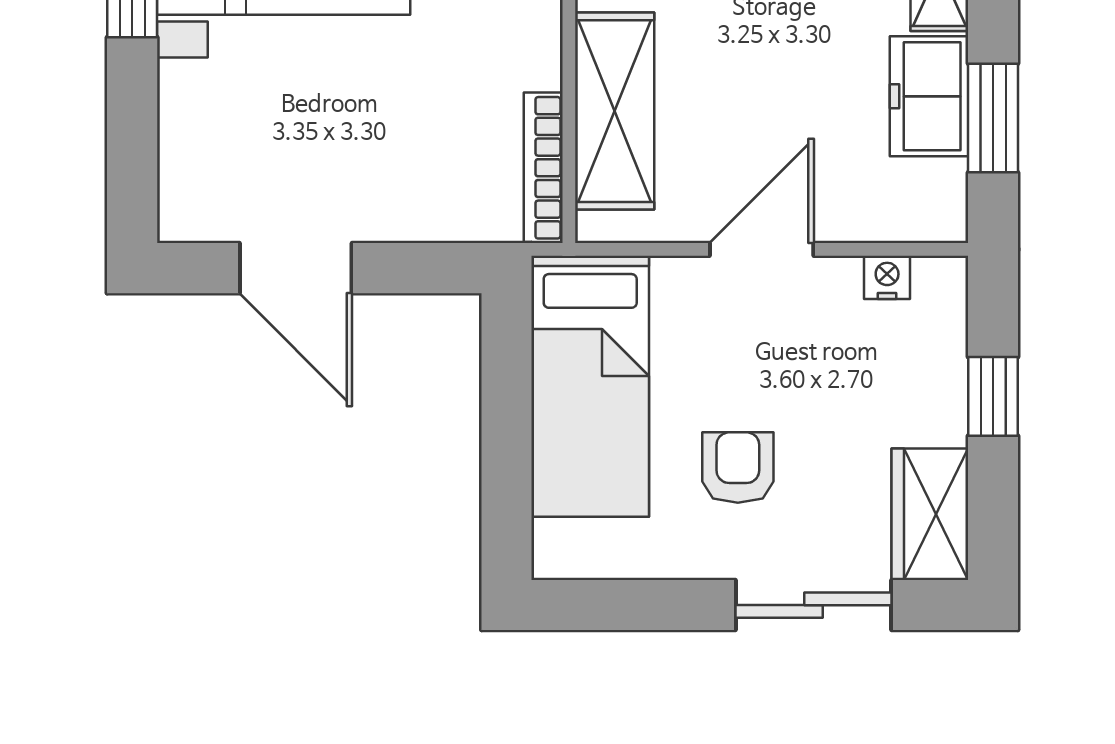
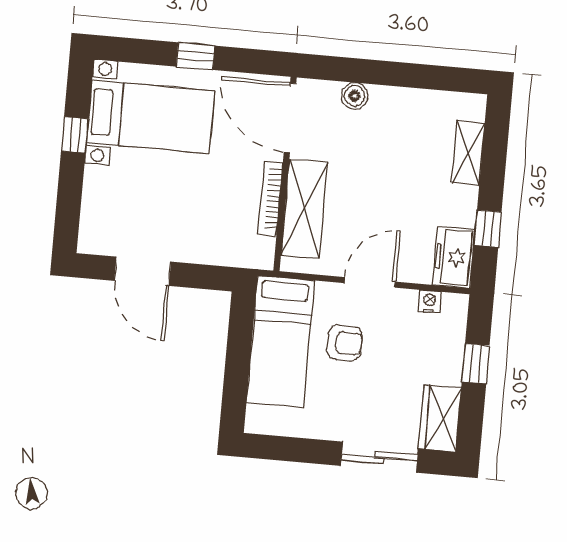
freezer: (929, 96) -> (454, 257), moved
window: (993, 118) -> (488, 229), width x0.67
bookcase: (543, 168) -> (270, 198), moved
armchair: (738, 468) -> (345, 343), moved, turned 90

